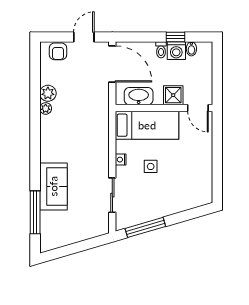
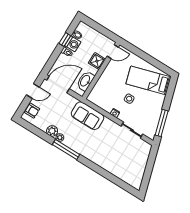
door: (84, 37) -> (33, 91), swing flipped
bed: (147, 125) -> (148, 80), moved, turned -106
sofa: (53, 186) -> (87, 116), moved, turned 180
window: (35, 212) -> (66, 150), moved

